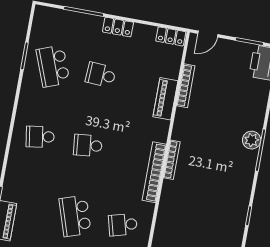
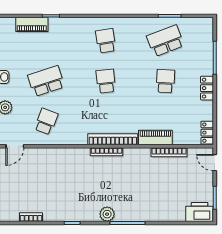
plant: (252, 140) -> (107, 214), moved
bookcase: (154, 172) -> (113, 139), moved
school desk: (123, 225) -> (46, 121), turned 36

